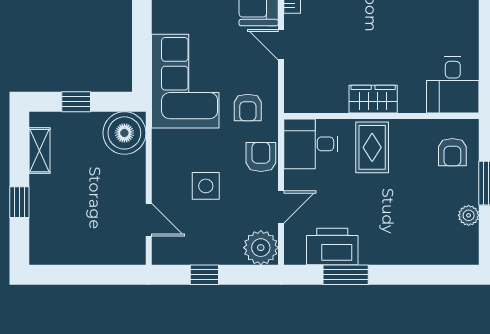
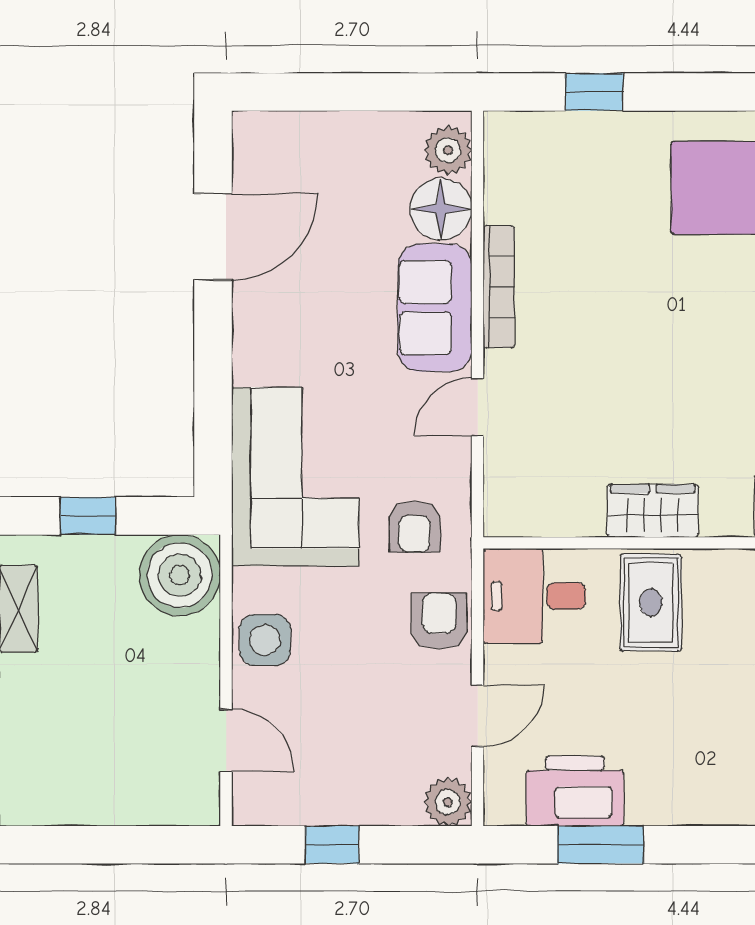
door: (281, 45) -> (478, 407), hinge flipped
side table: (206, 186) -> (265, 640), moved
plant: (261, 248) -> (448, 802), width x0.73, depth x0.73

